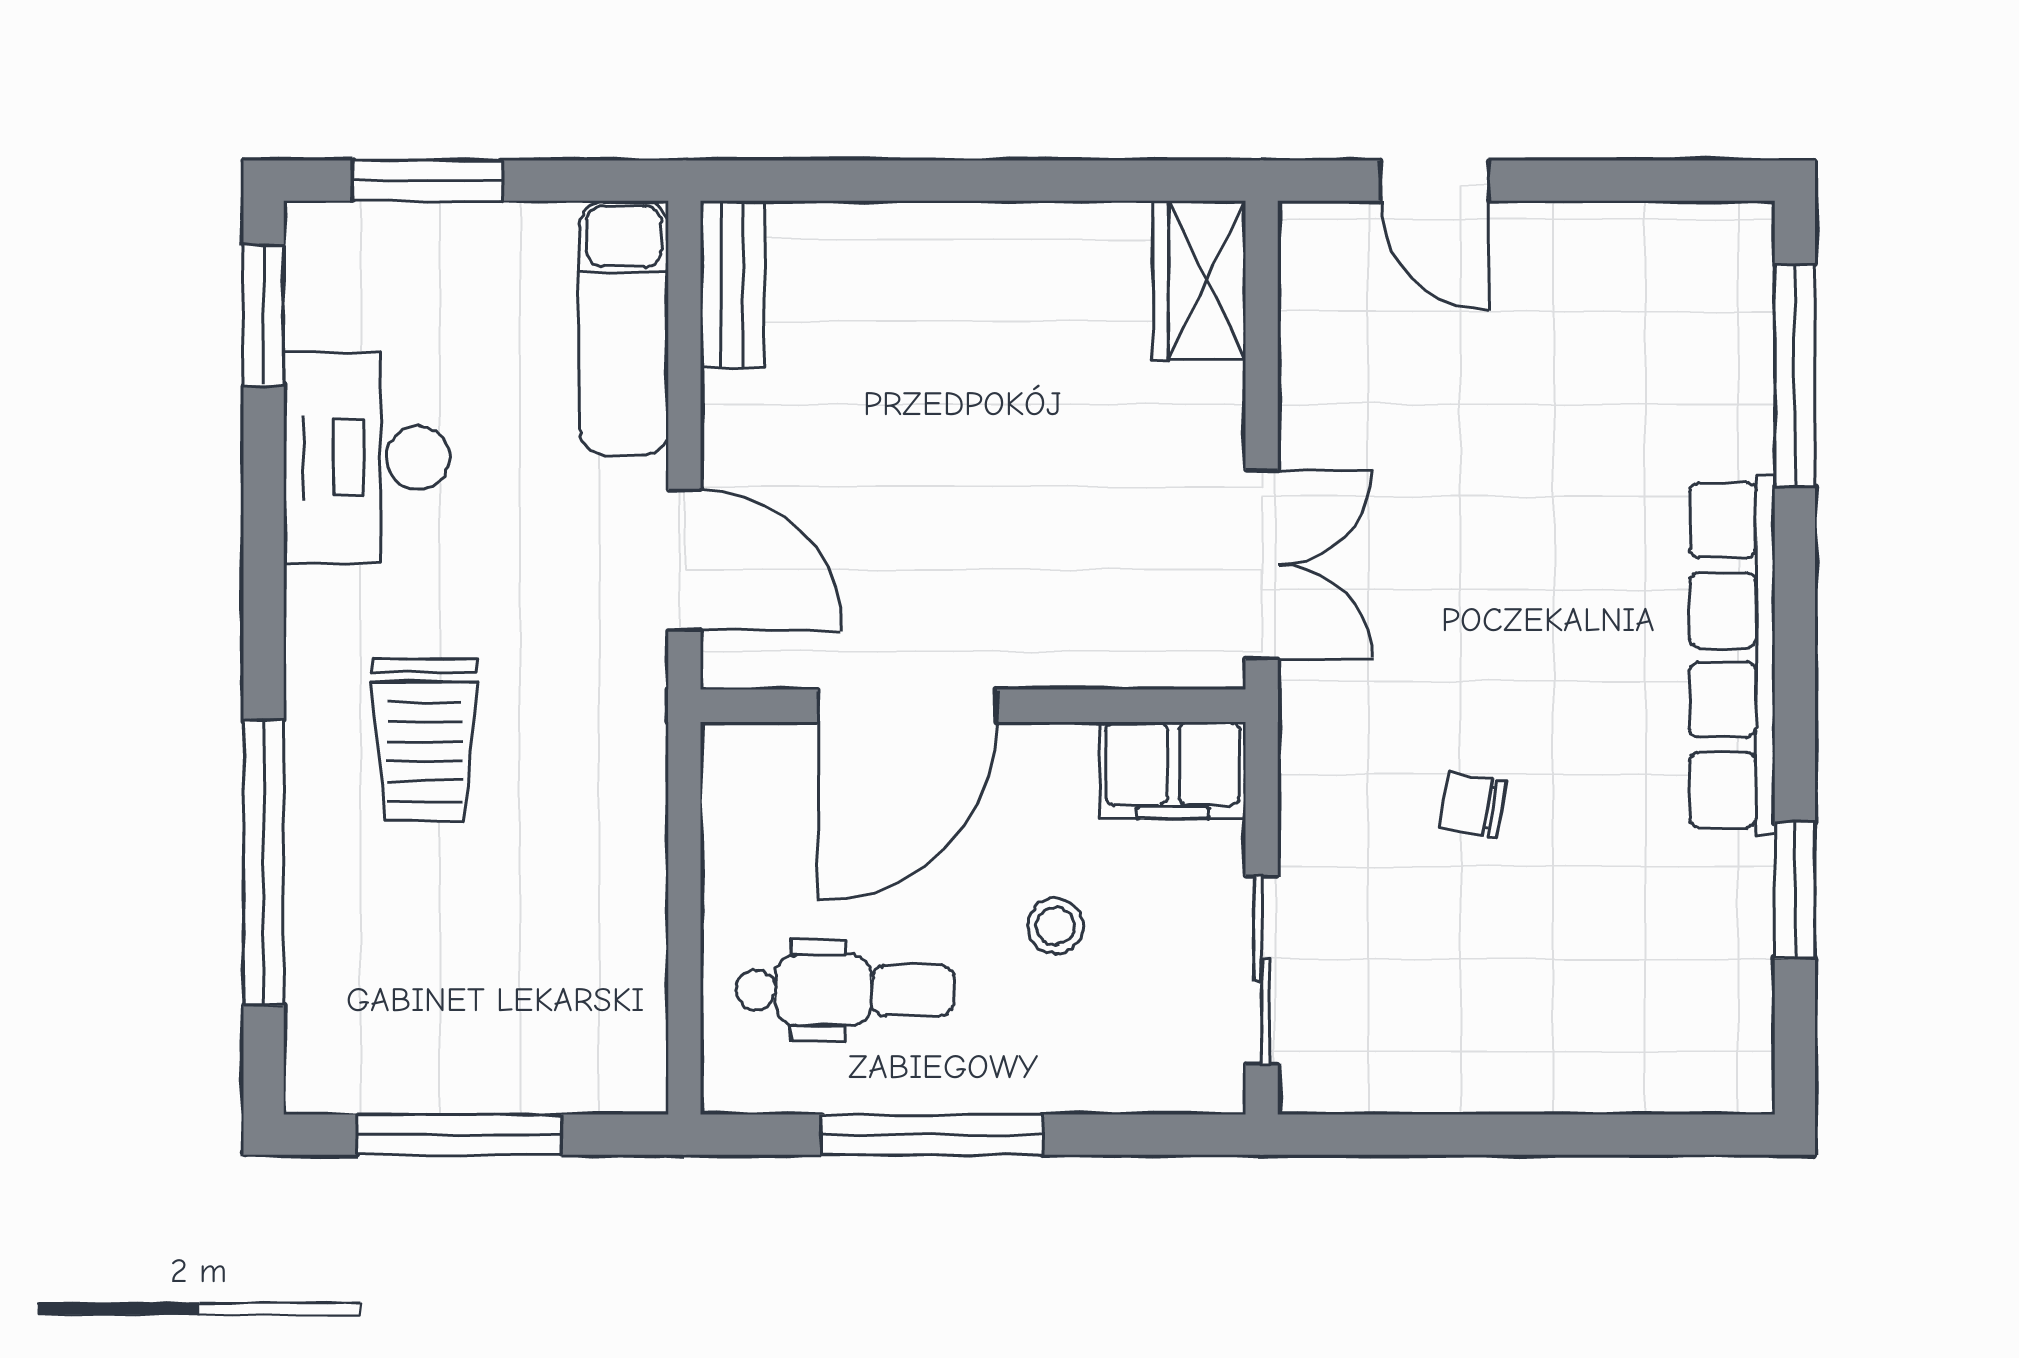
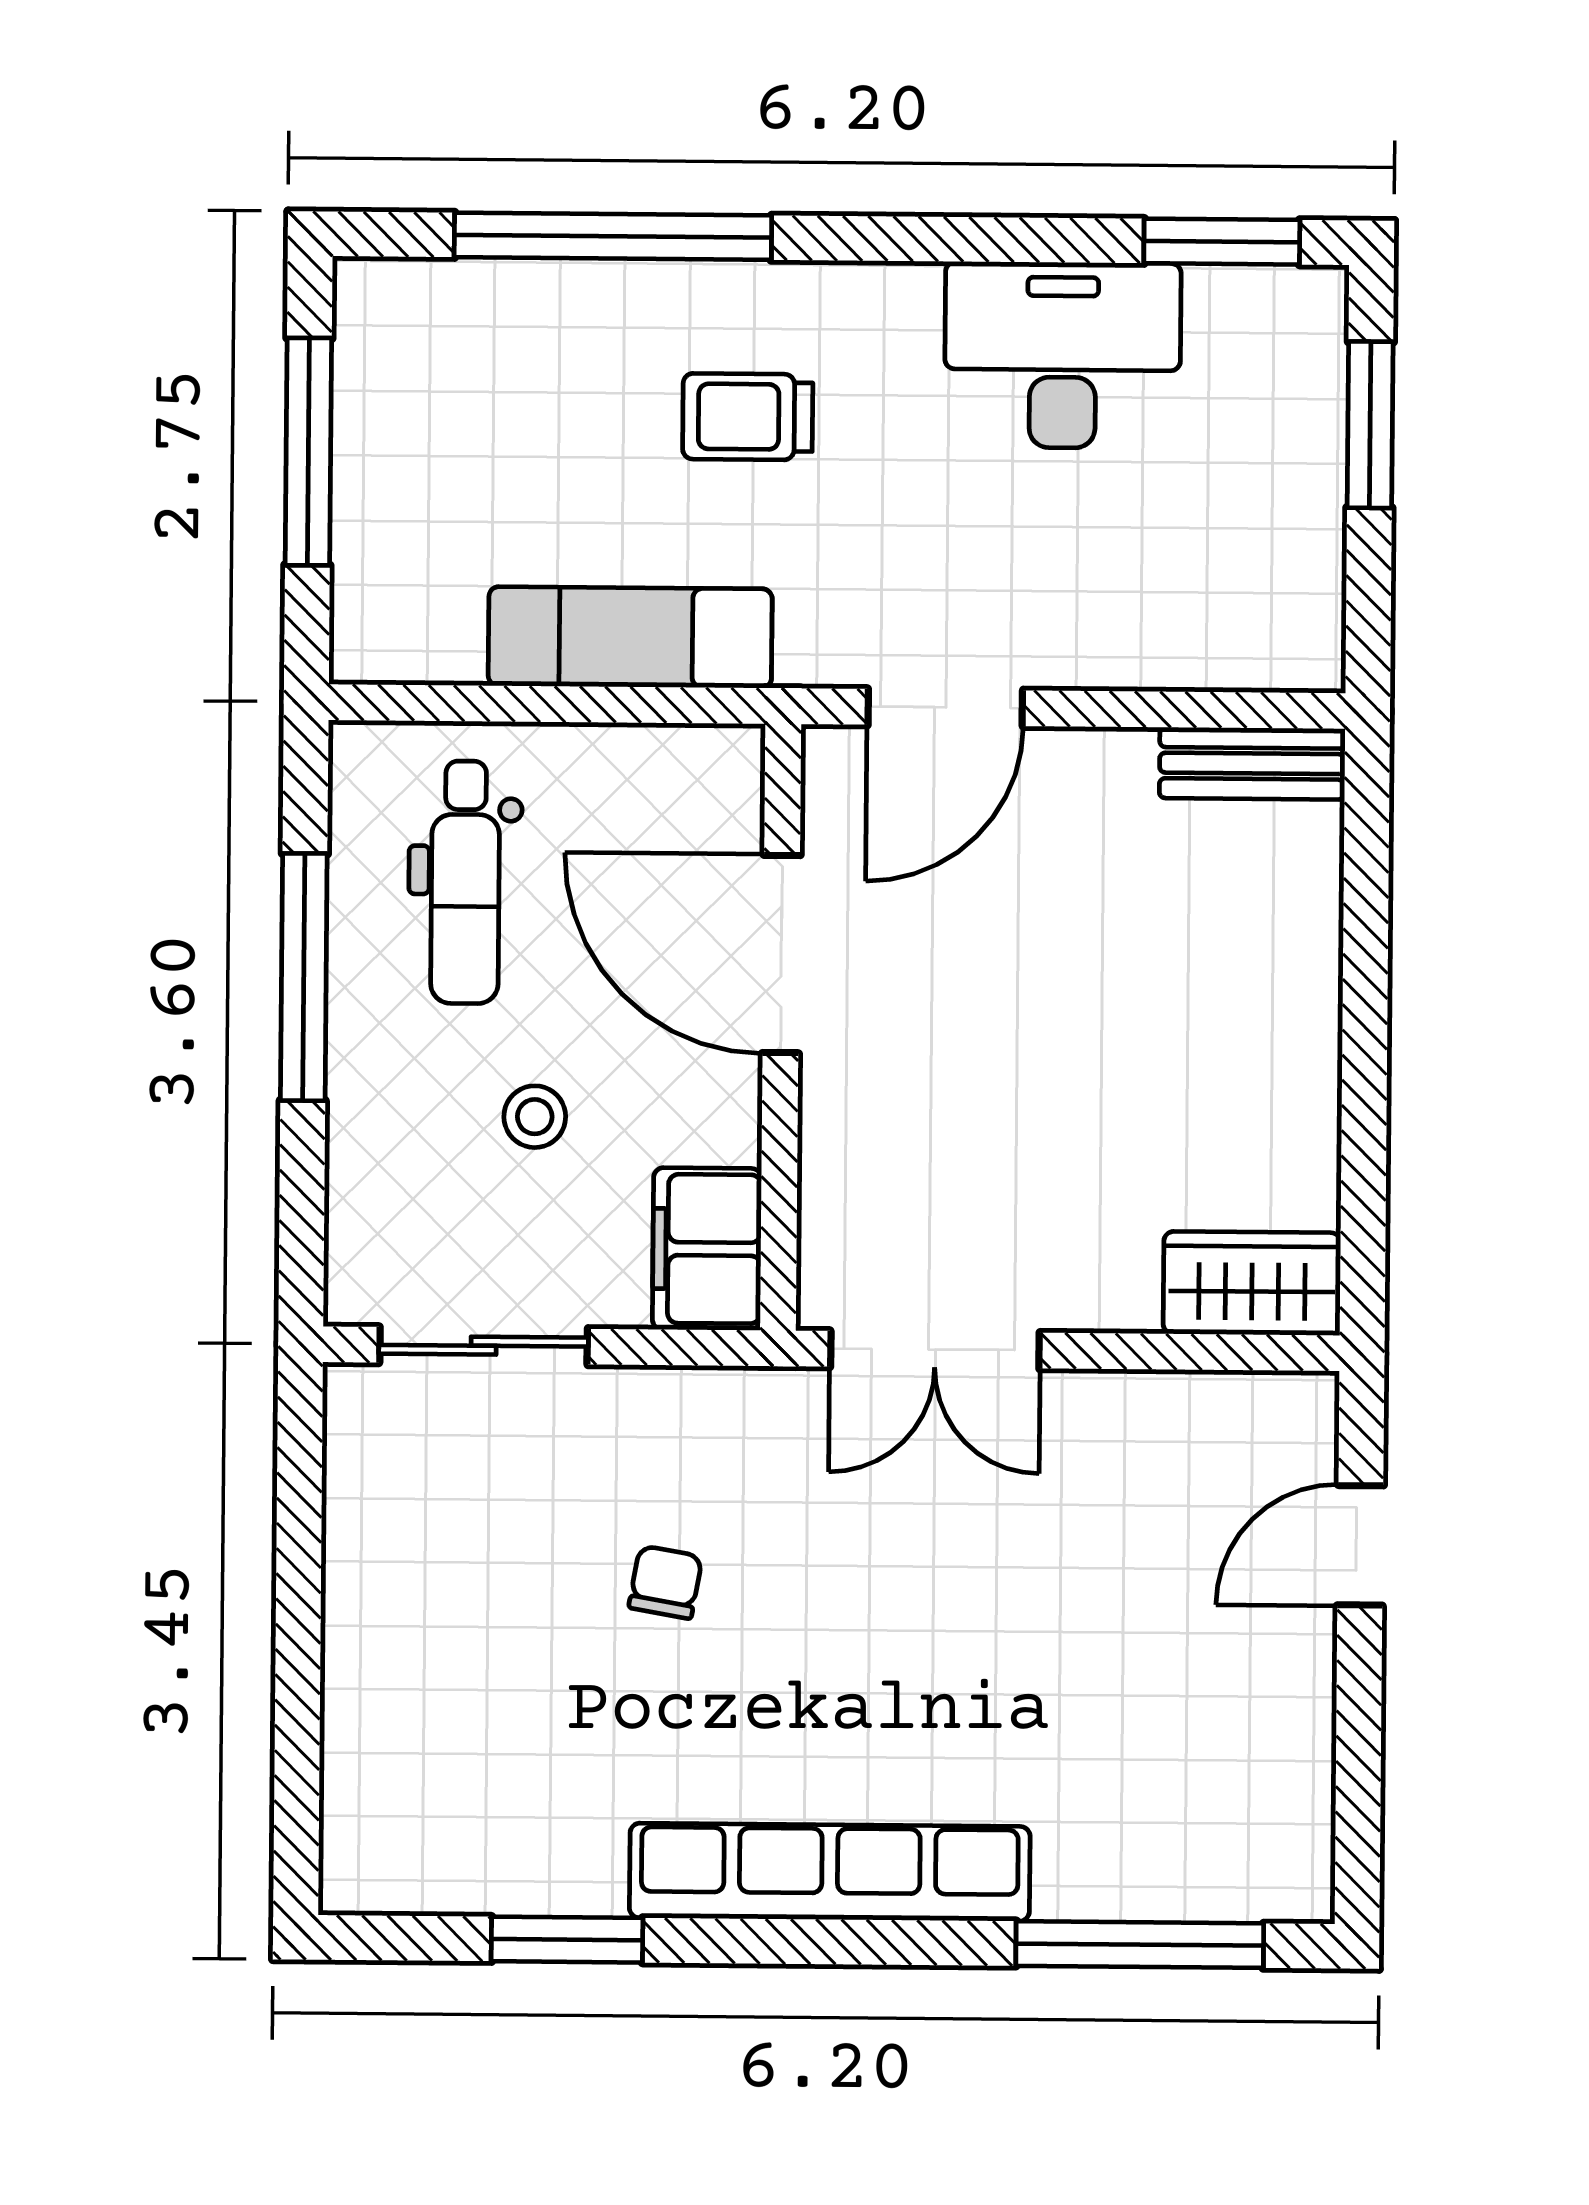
exam couch: (624, 328) -> (630, 637), moved
trolley: (425, 740) -> (748, 417), width x0.73, depth x0.72

